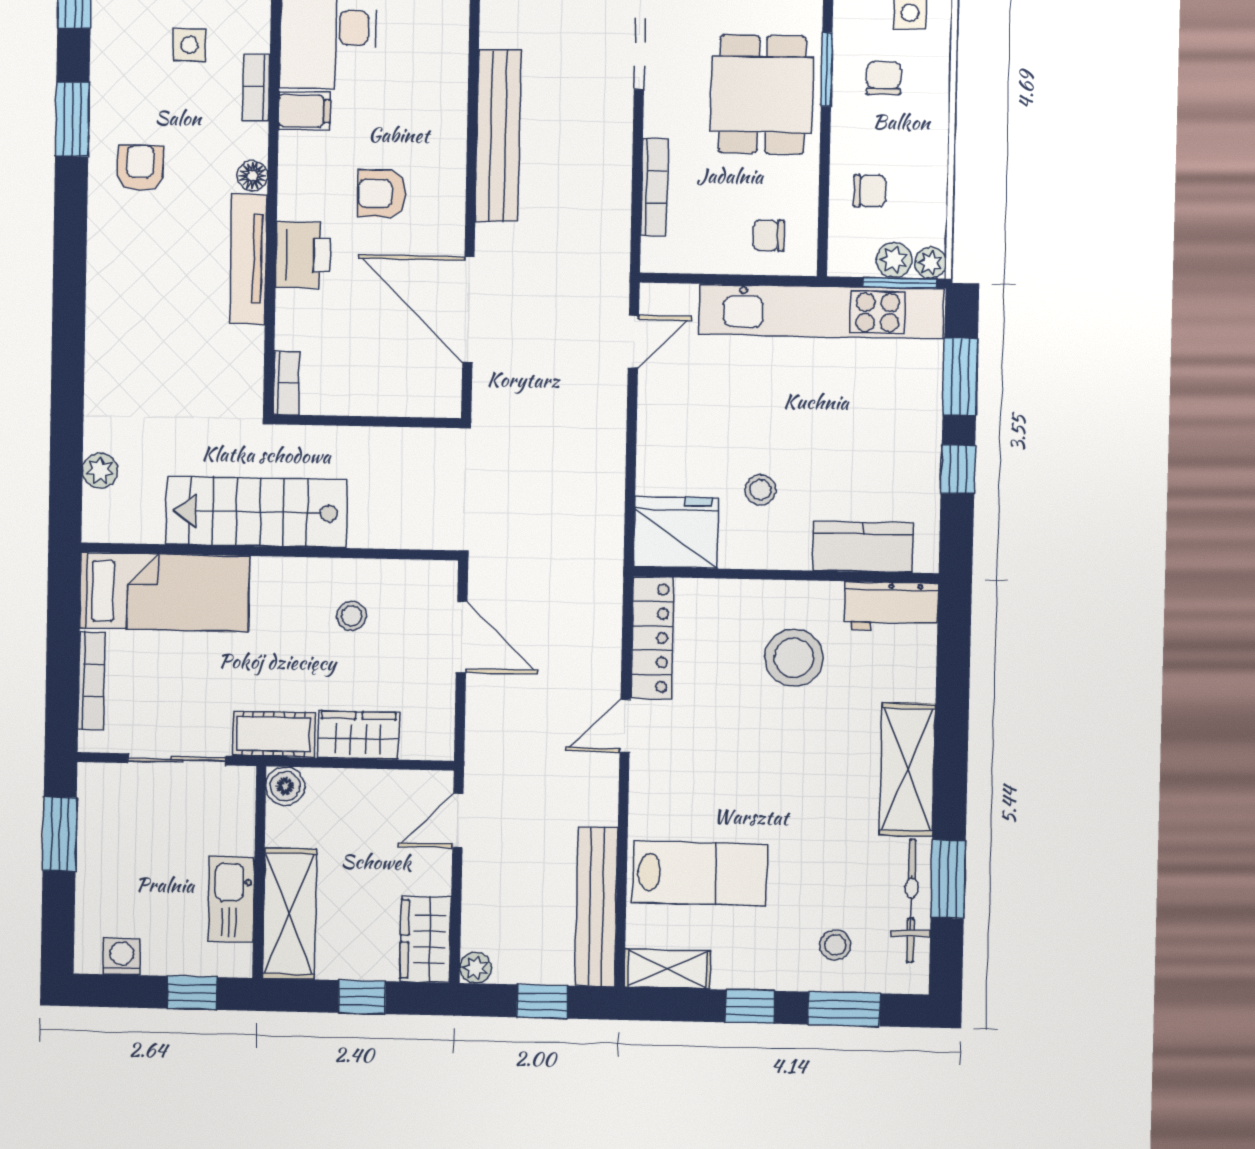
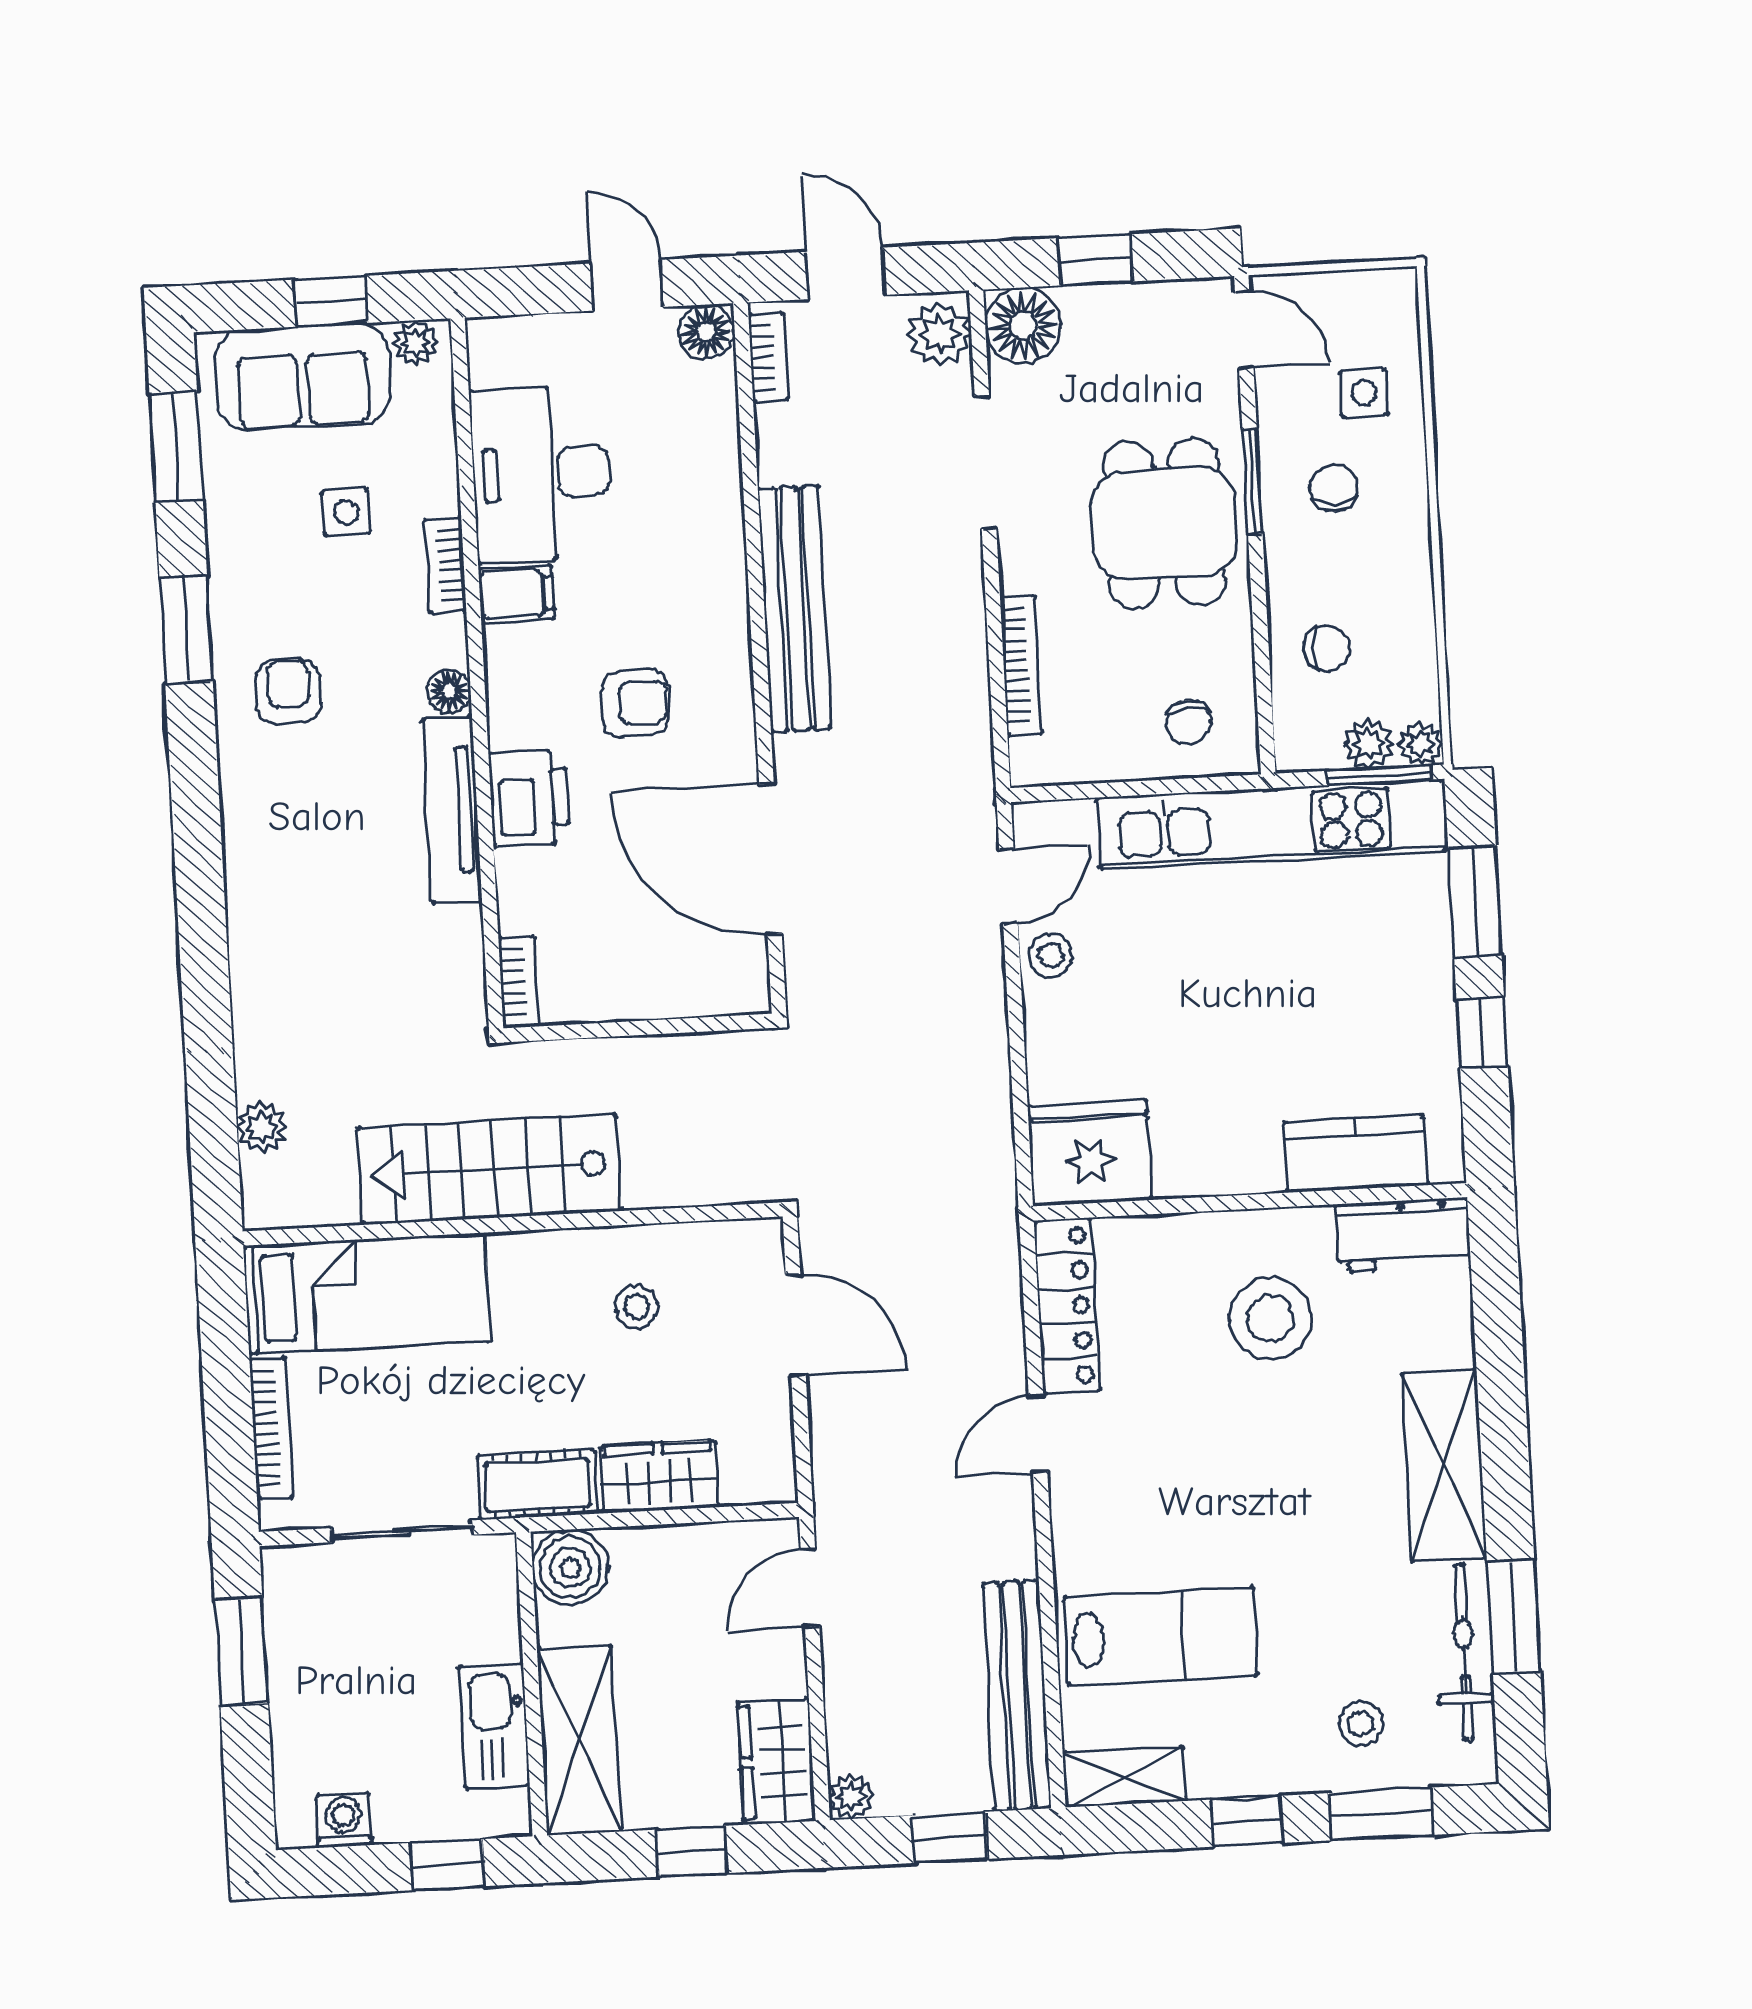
armchair: (382, 194) -> (635, 703), turned 180
chair: (769, 235) -> (1189, 722), turned -90
stool: (760, 490) -> (1051, 955), moved
boiler: (285, 786) -> (570, 1567), width x1.36, depth x1.36

